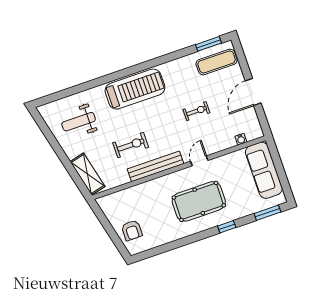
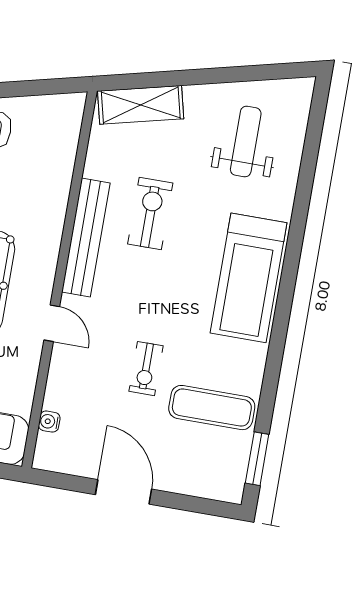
exercise mat: (217, 62) -> (212, 408), moved, turned 90
exercise bike: (131, 145) -> (150, 214), turned 180

